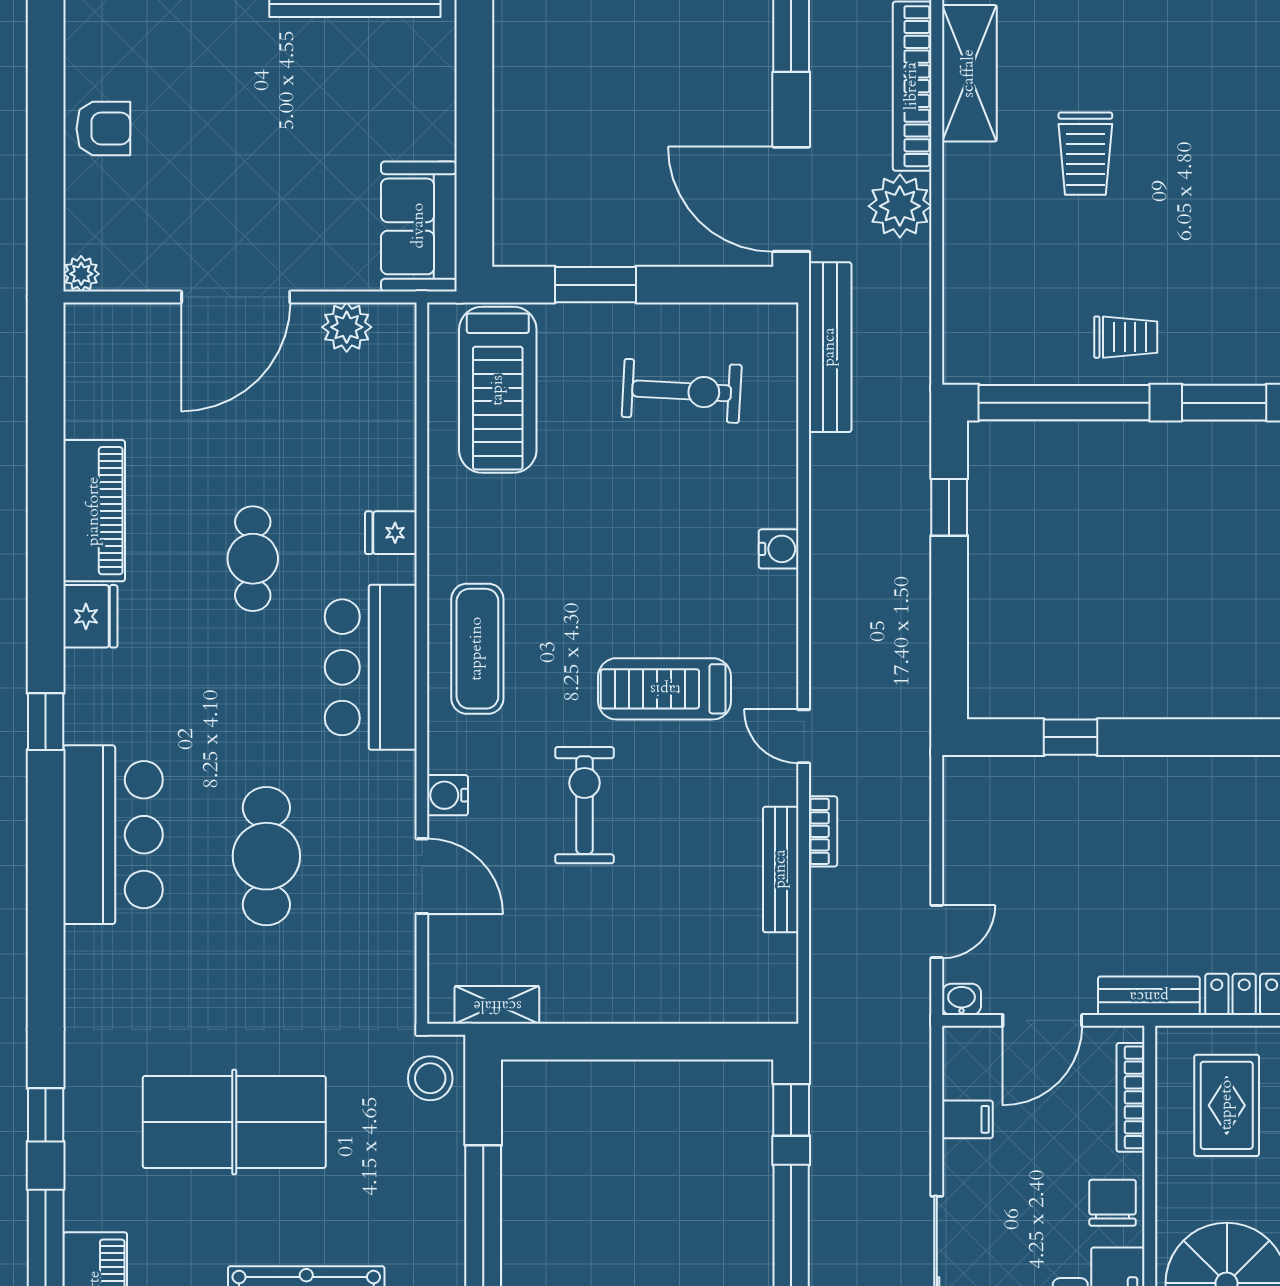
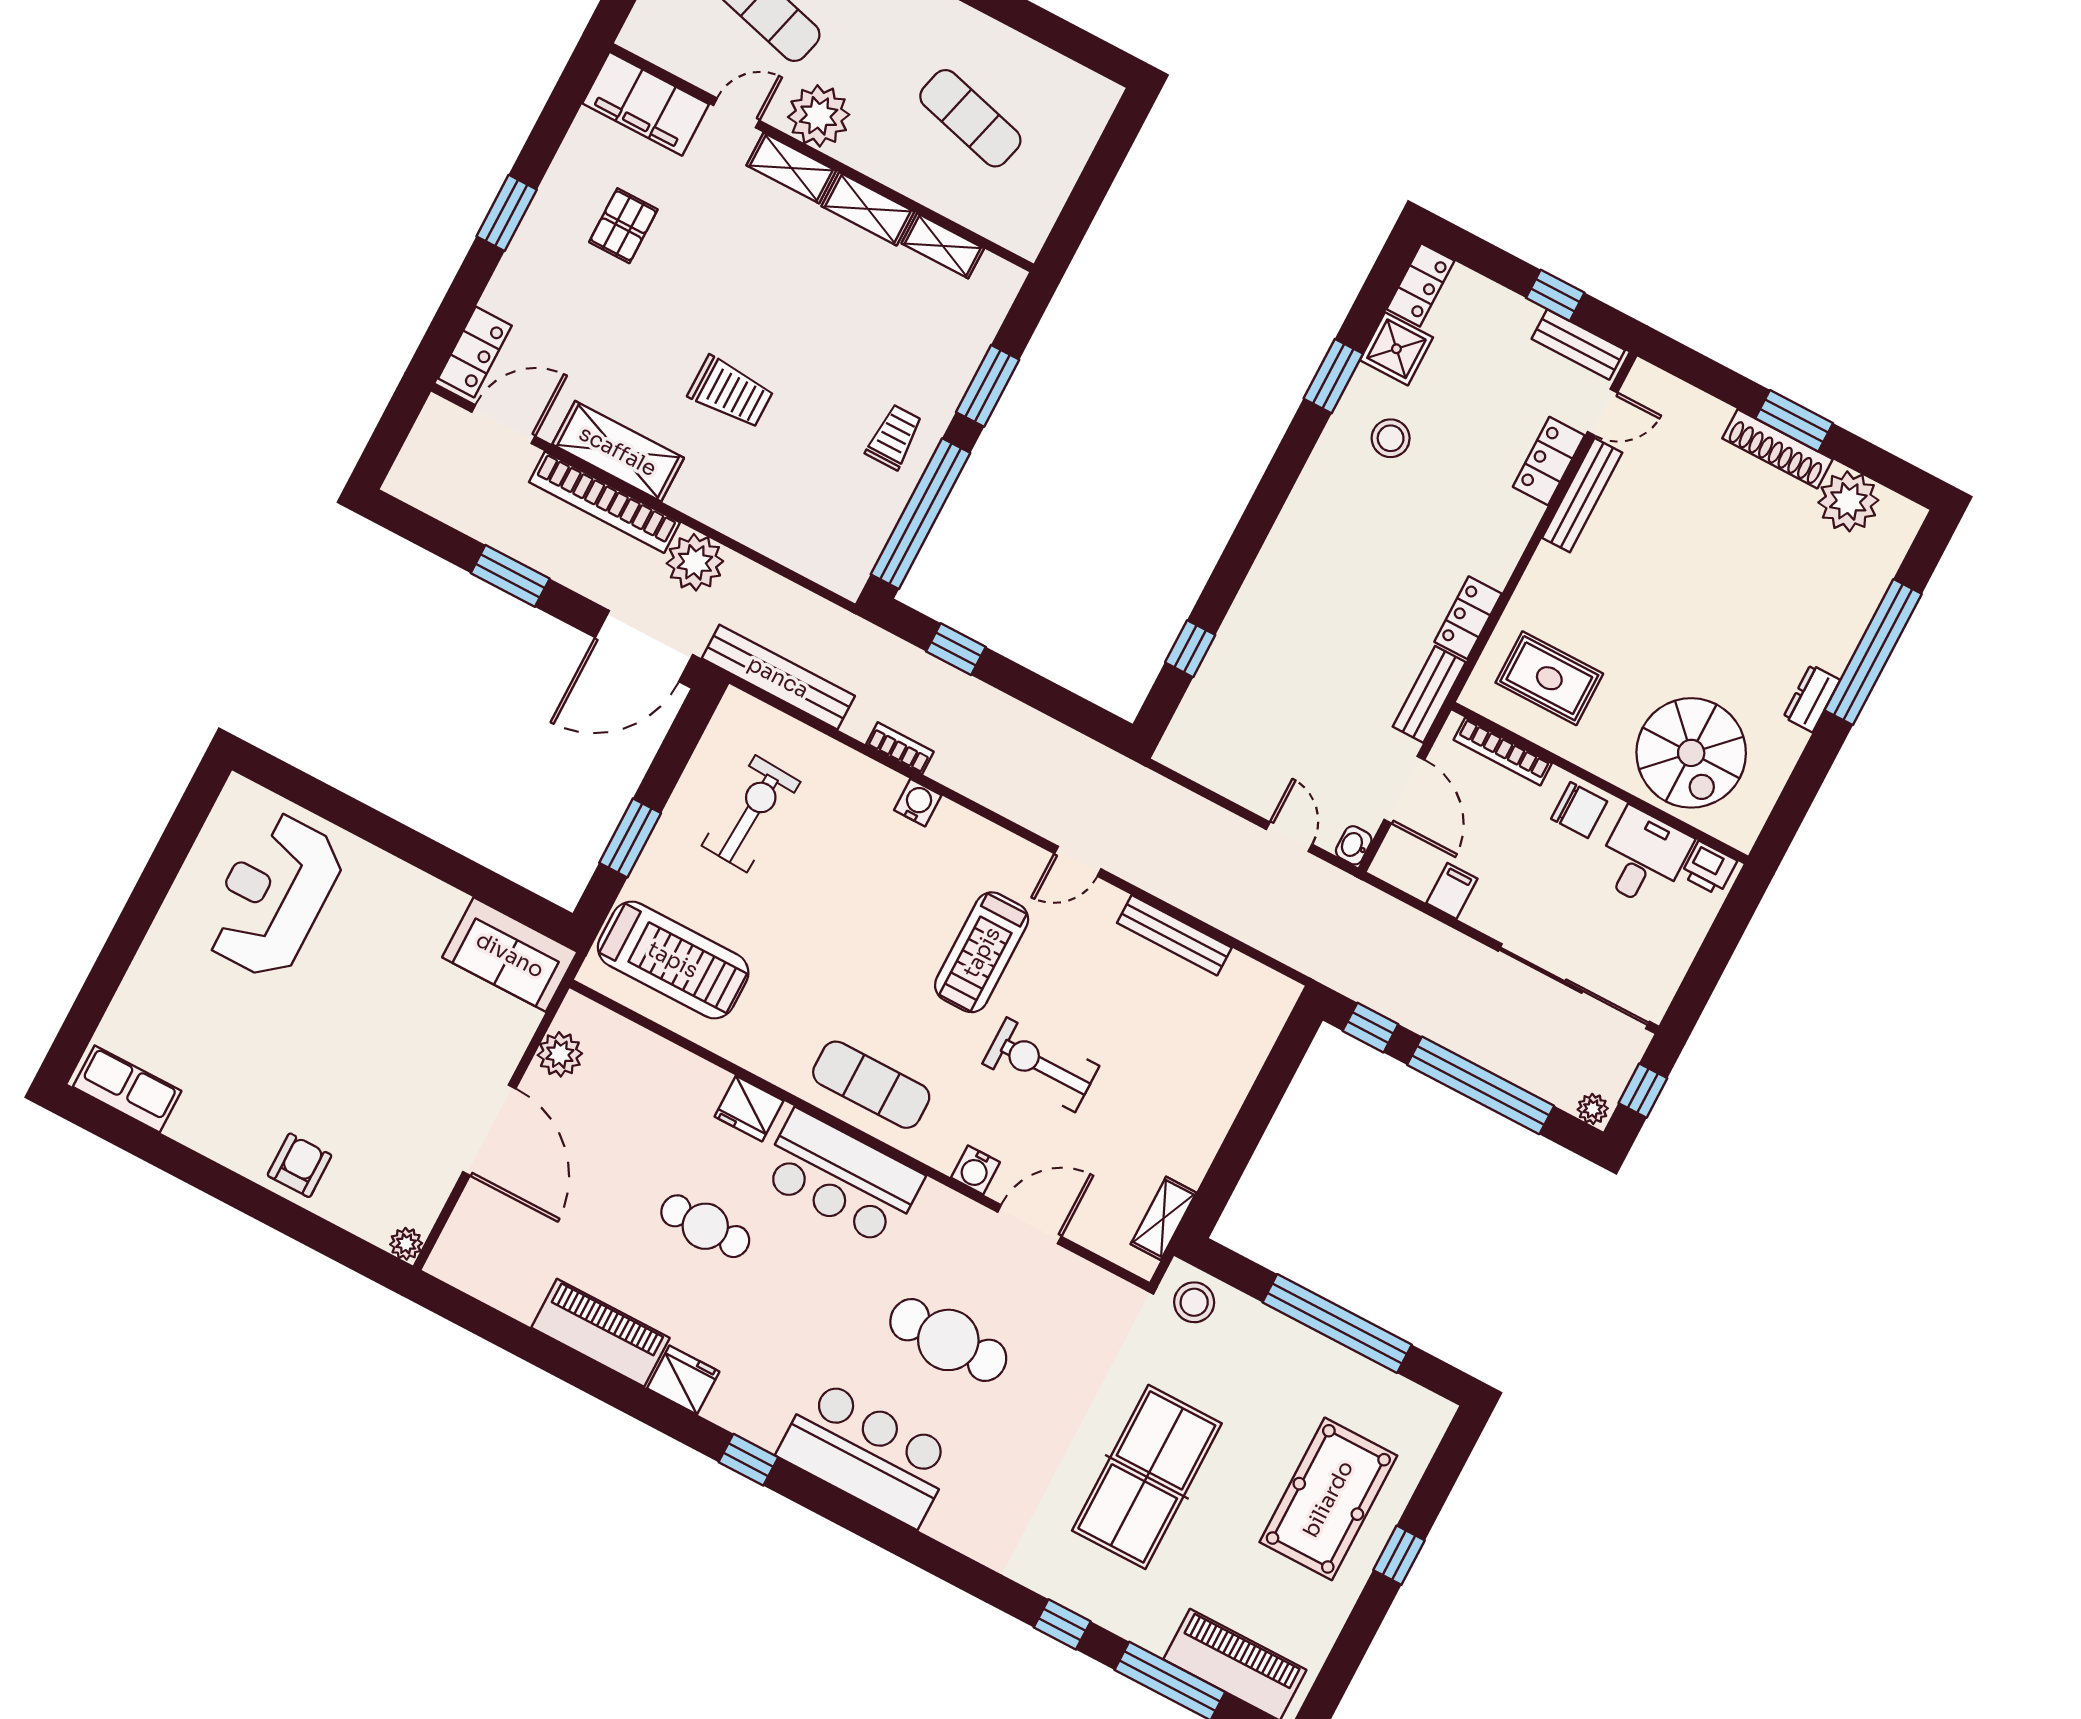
fridge: (391, 533) -> (749, 1109), width x1.38
bookcase: (823, 831) -> (900, 748), moved
chair: (1113, 1203) -> (1579, 810), turned 180

